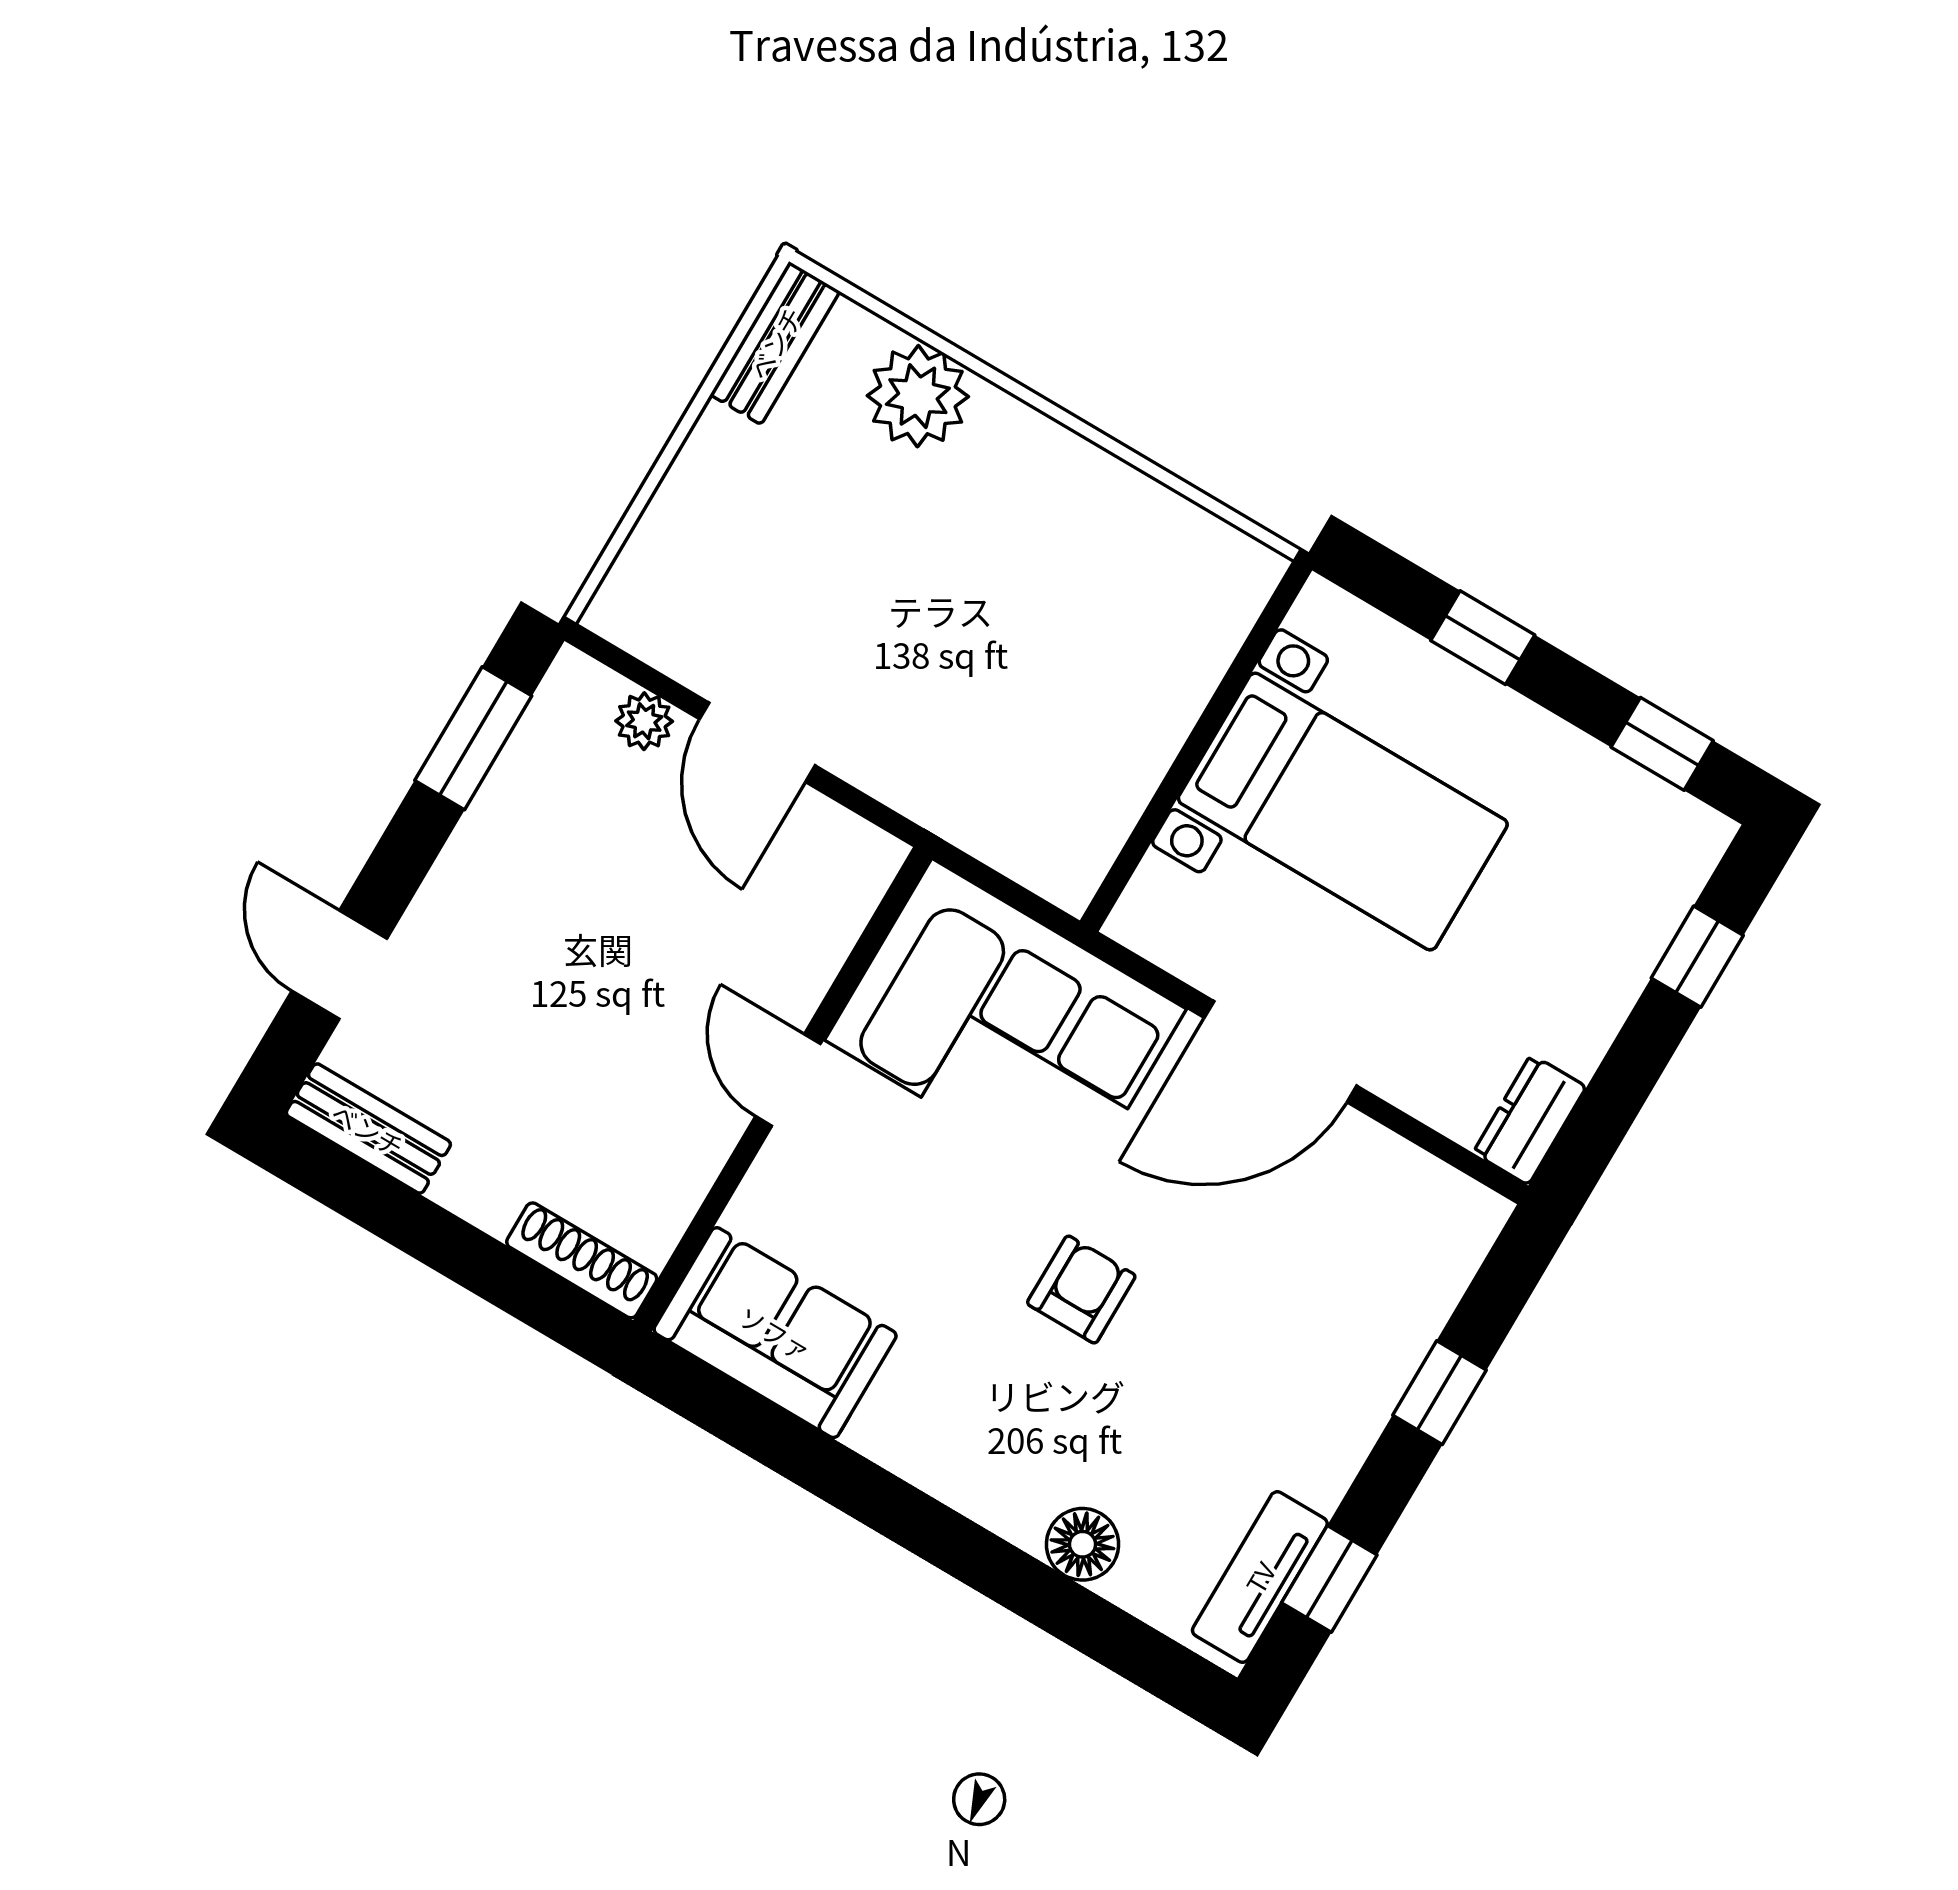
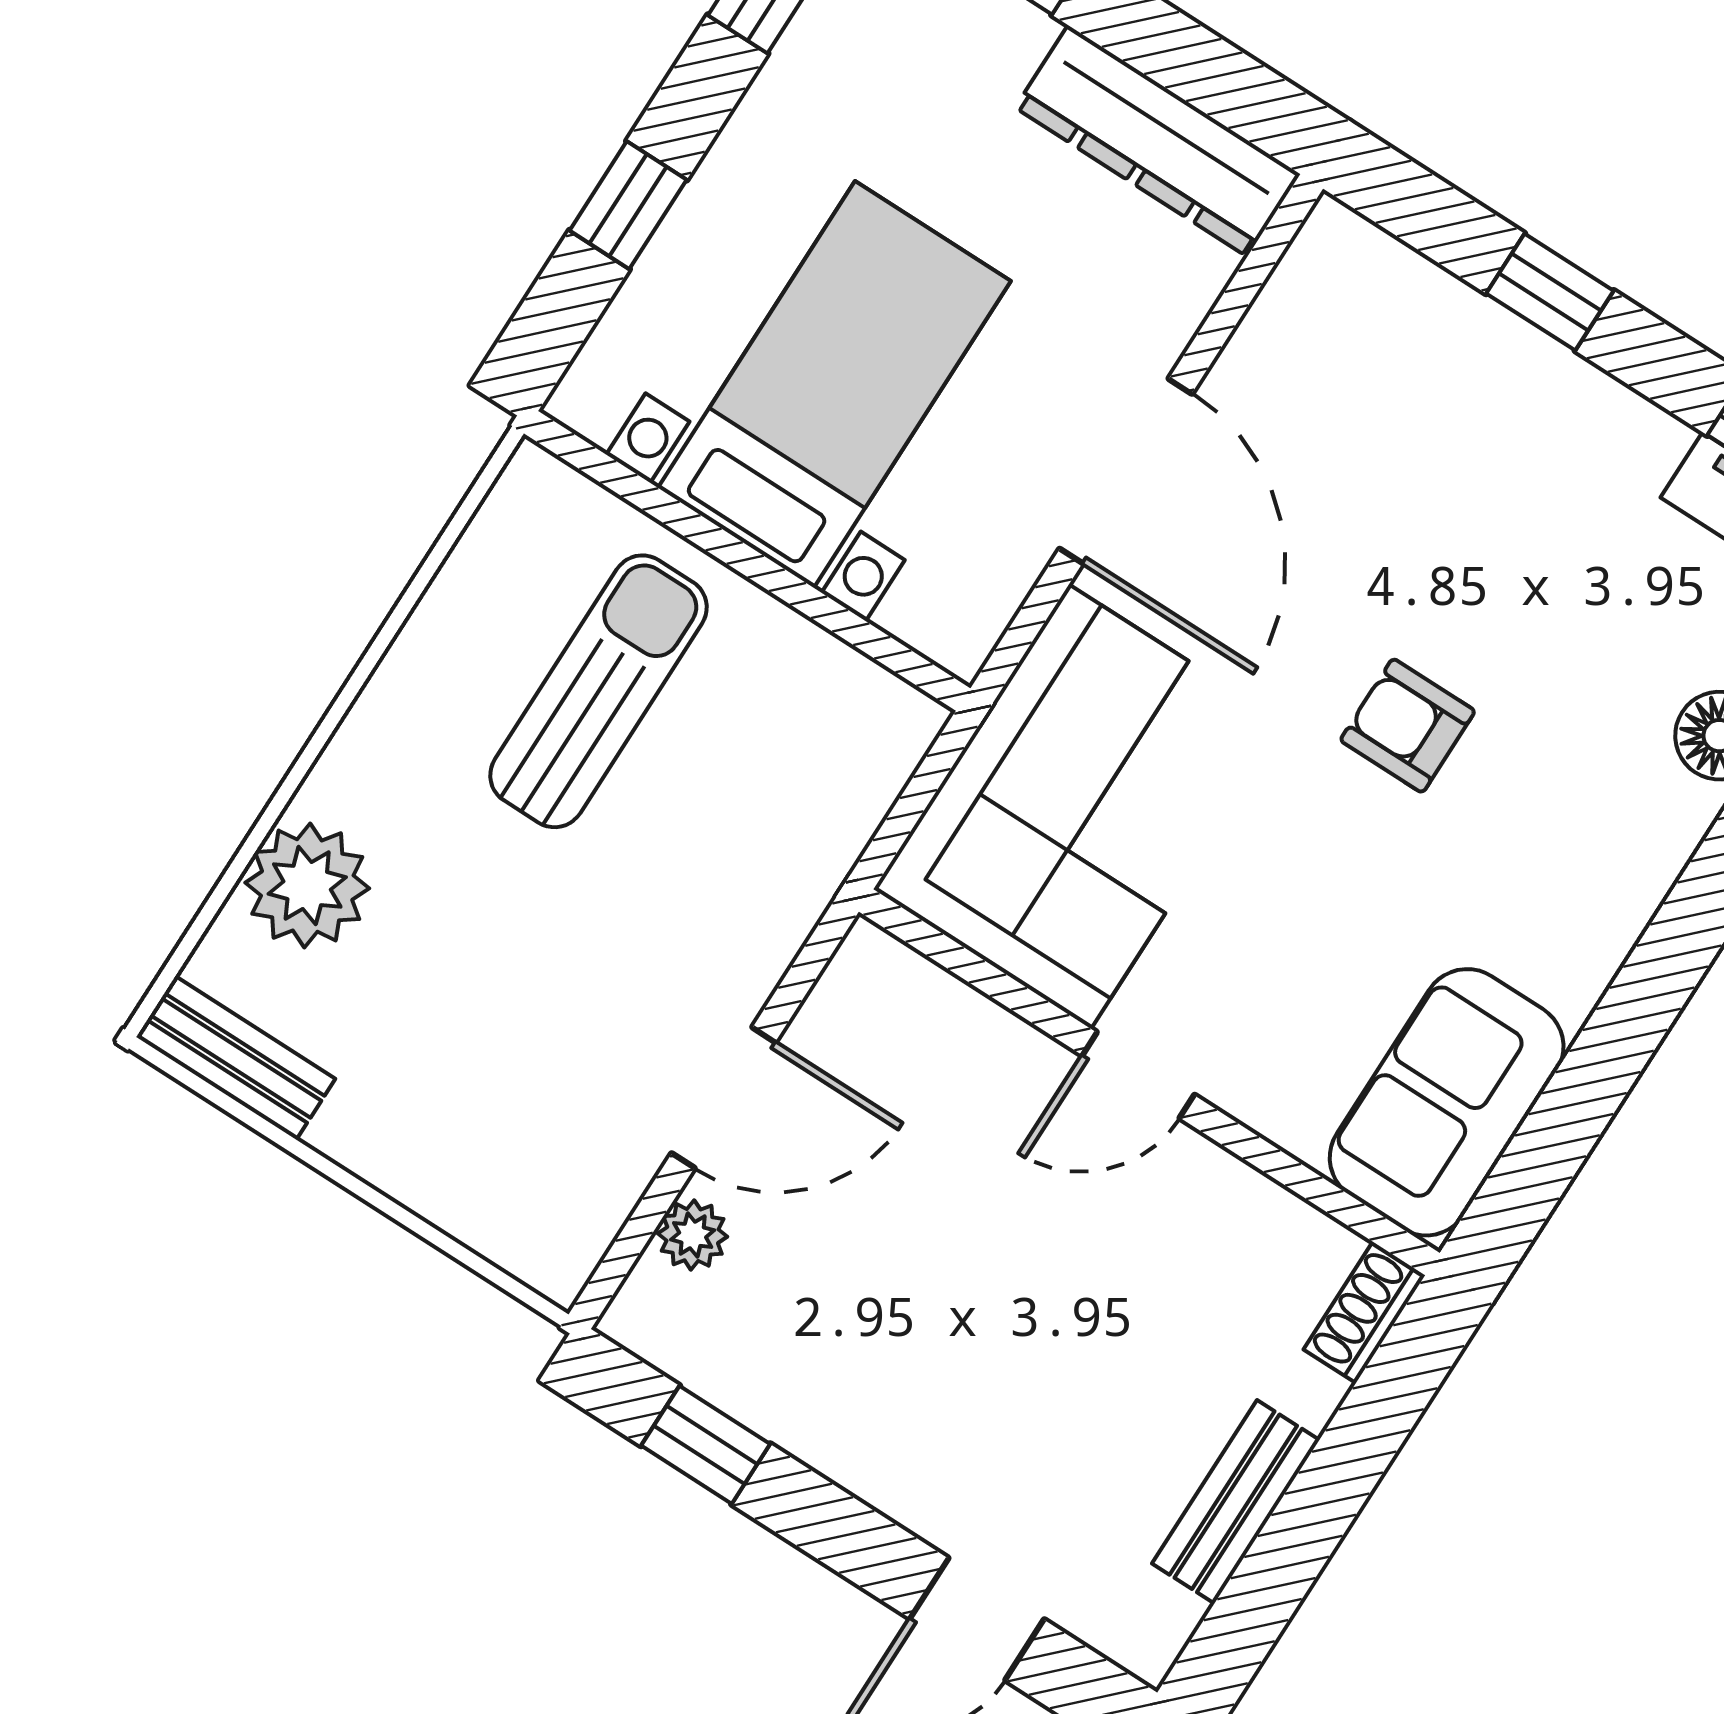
sun lounger: (1085, 628) -> (598, 691), added
window: (473, 738) -> (706, 1445), width x0.67
dresser: (1530, 1120) -> (1158, 141), width x1.96, depth x1.24
bench: (368, 1129) -> (1236, 1502), moved
shoe rack: (582, 1260) -> (1364, 1312), width x0.70

